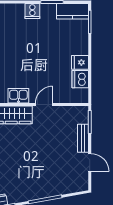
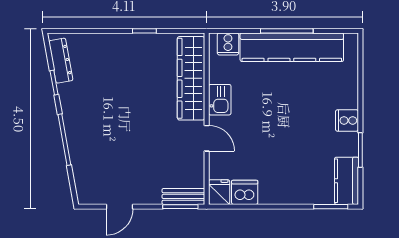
fridge: (80, 62) -> (219, 192), moved
bench: (83, 138) -> (183, 196), moved

